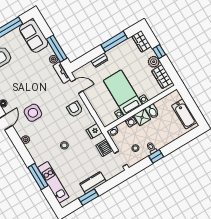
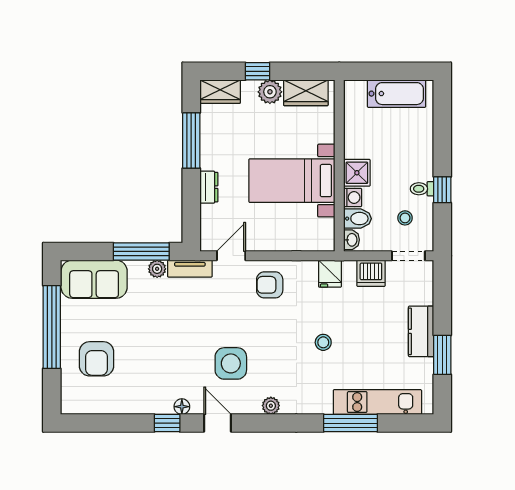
bidet: (152, 111) -> (357, 219), moved

